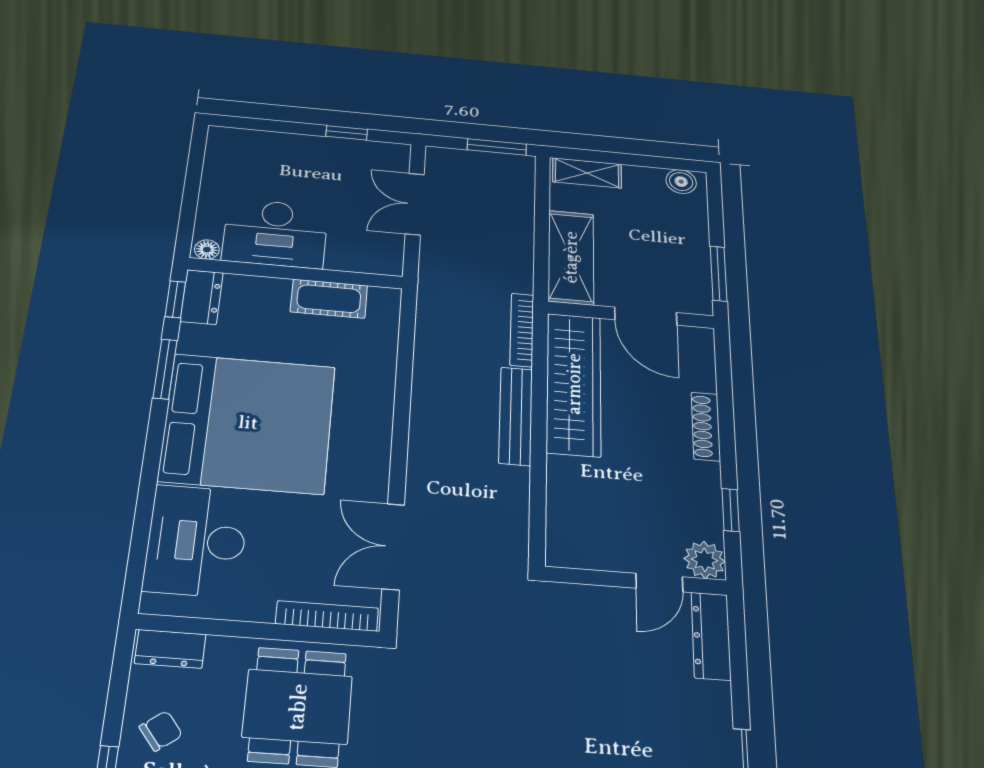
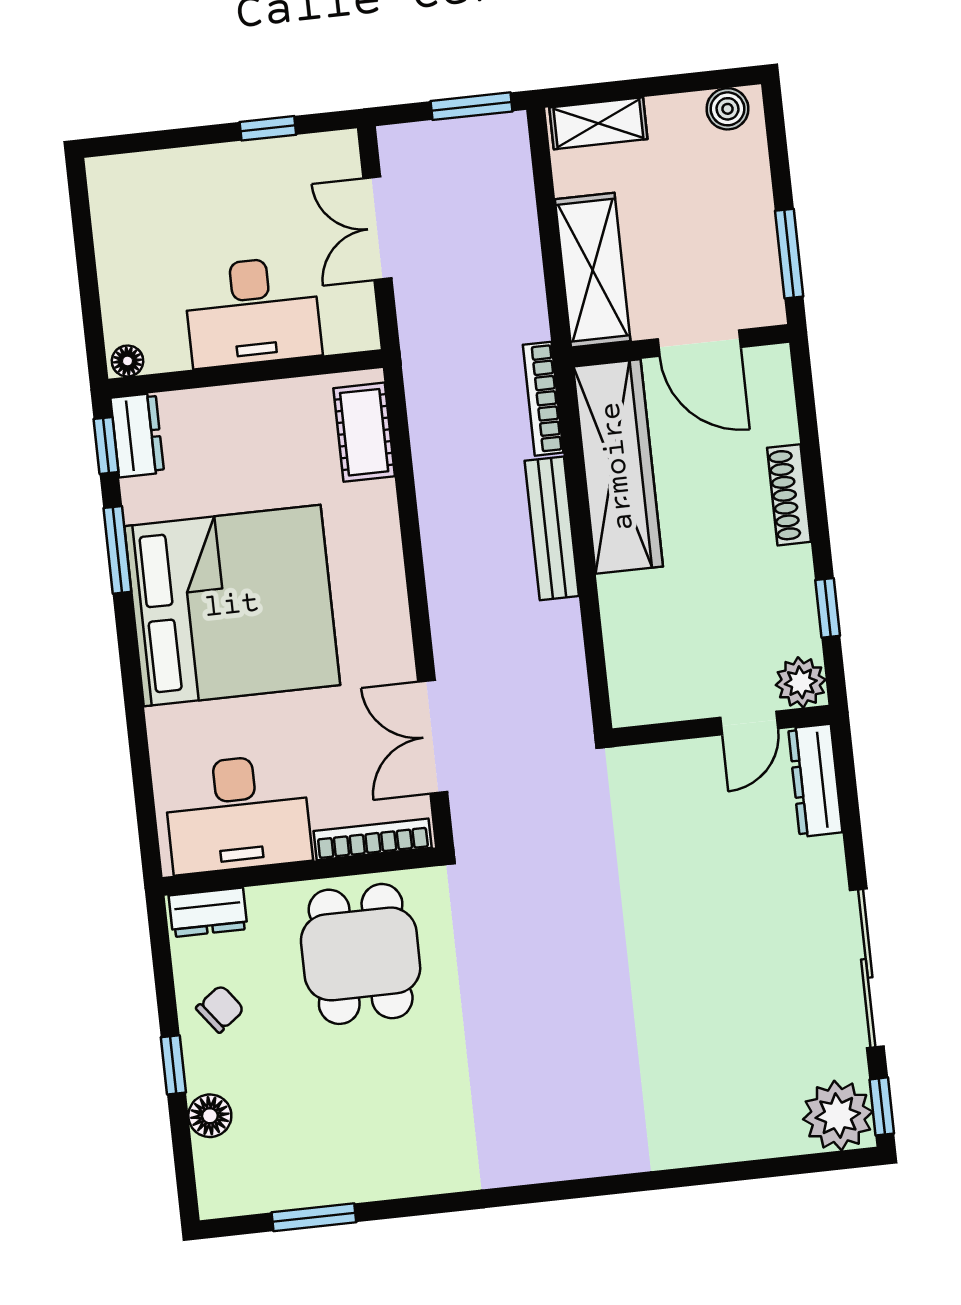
desk: (275, 233) -> (253, 312), moved
cot: (329, 299) -> (364, 432), moved, turned 90
desk: (196, 541) -> (238, 814), moved, turned -90

